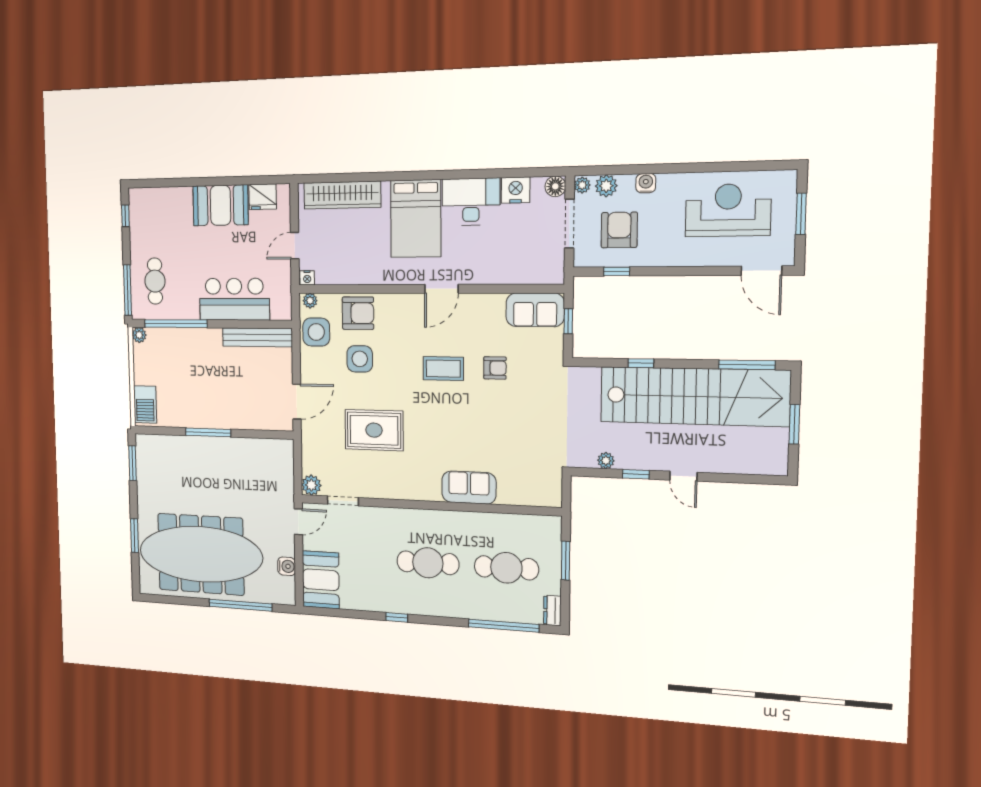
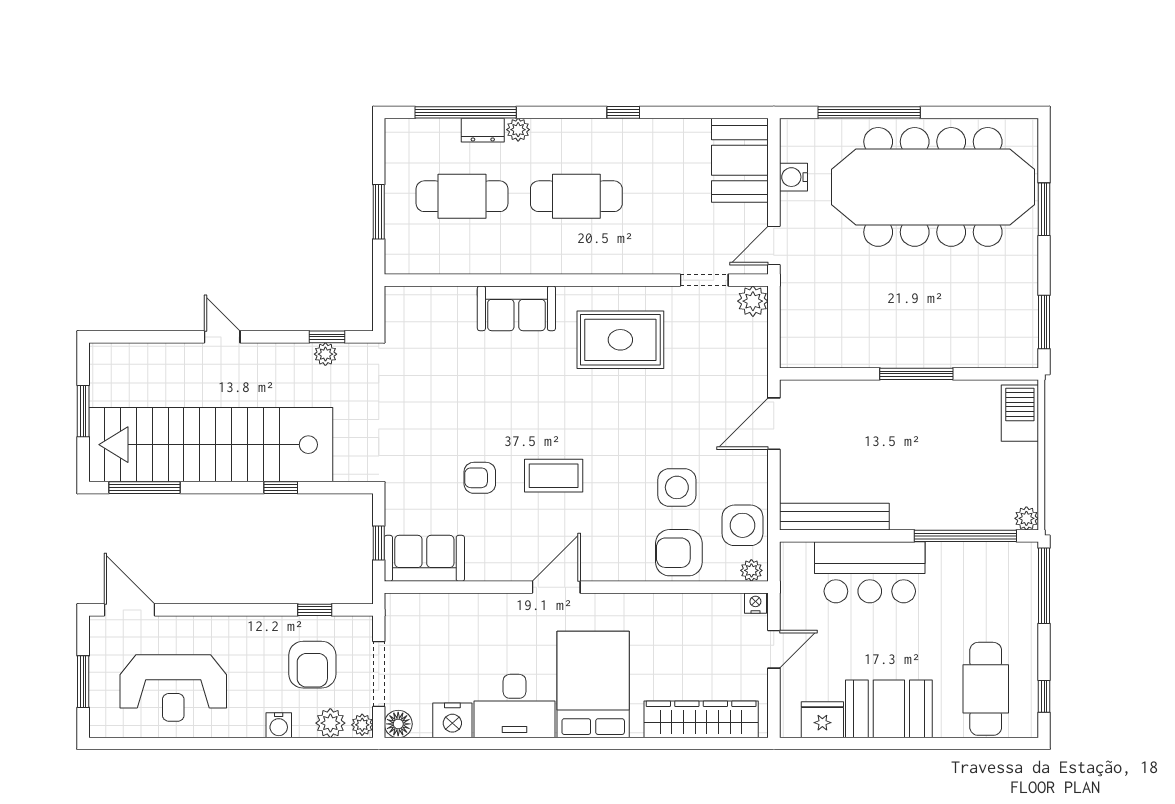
cafe table: (155, 281) -> (986, 689), moved, width x1.37, depth x1.35
rug: (374, 430) -> (620, 340), moved
window: (636, 474) -> (327, 337), moved
plant: (467, 611) -> (518, 130), added
dresser: (552, 611) -> (483, 130), moved, turned 90

